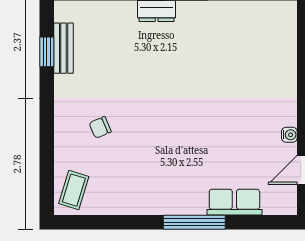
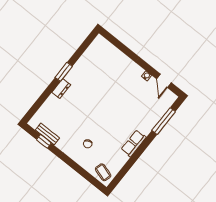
row of seats: (234, 202) -> (134, 143), moved
window: (194, 222) -> (164, 121), moved

